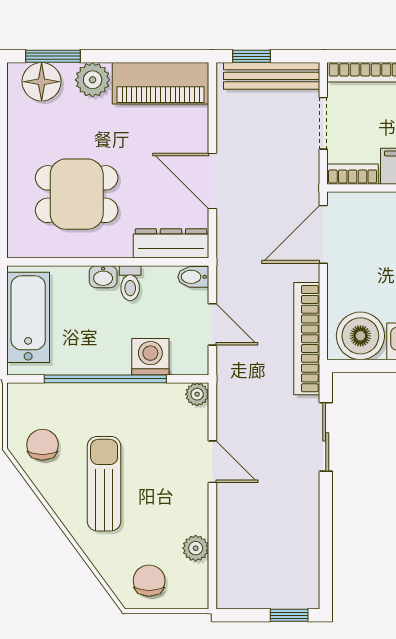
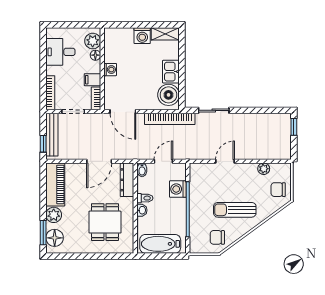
plant: (197, 394) -> (195, 168), removed

